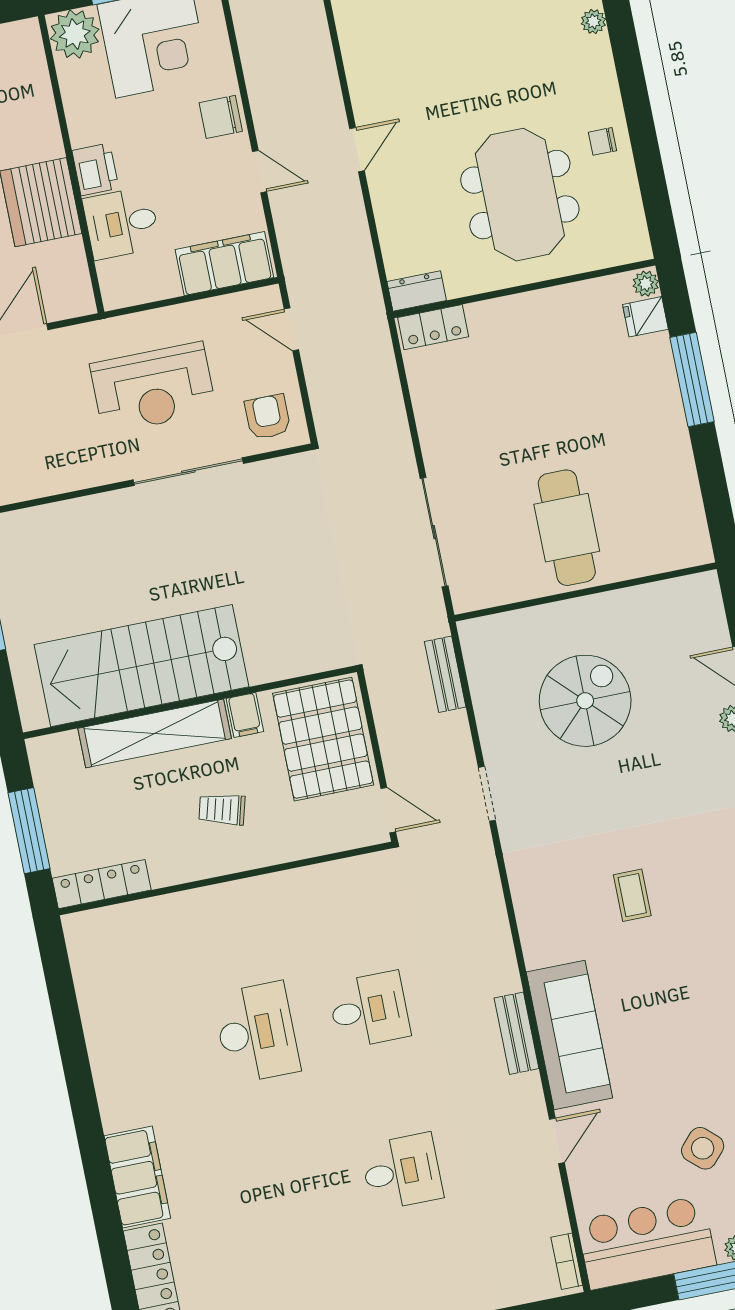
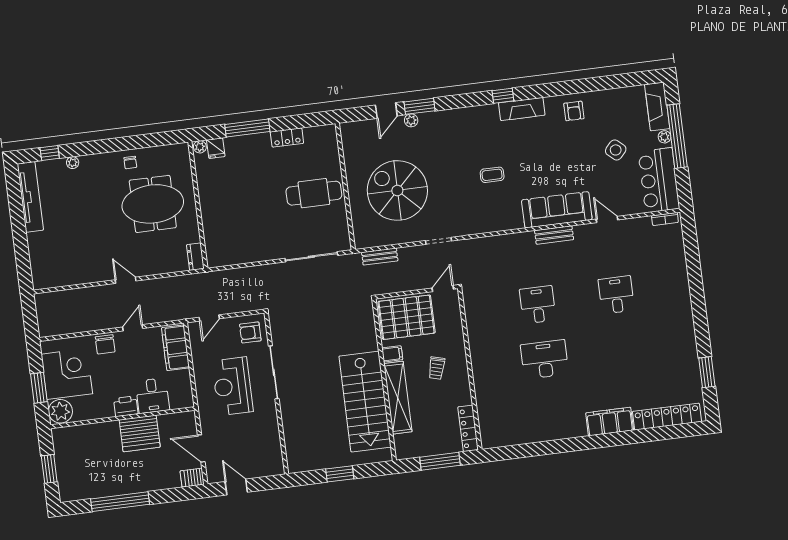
locker: (433, 327) -> (287, 138), moved, turned 90
reception desk: (153, 388) -> (232, 386), turned 180
spiral stairs: (585, 701) -> (397, 190), width x1.37, depth x1.37

